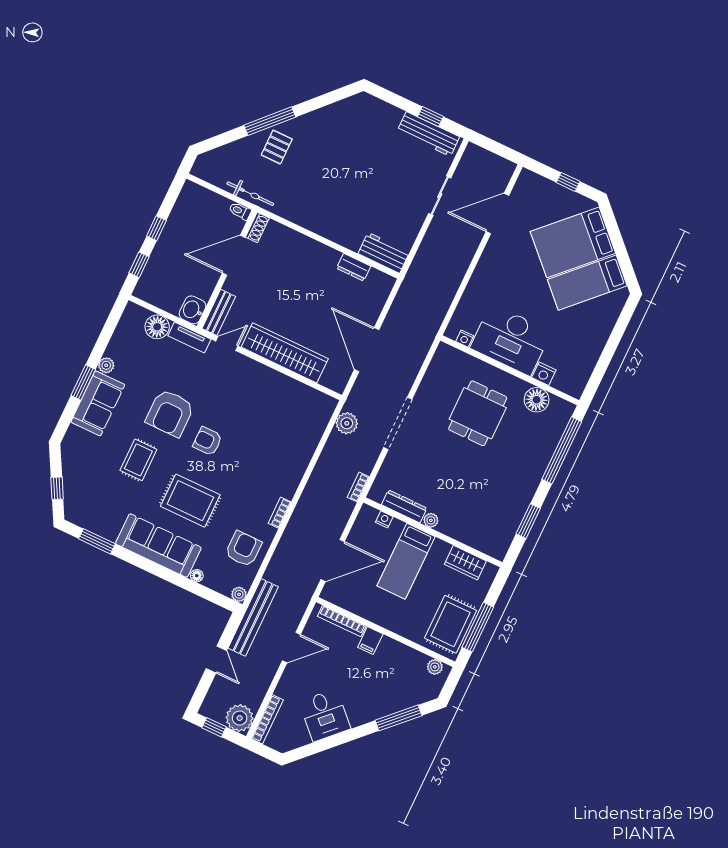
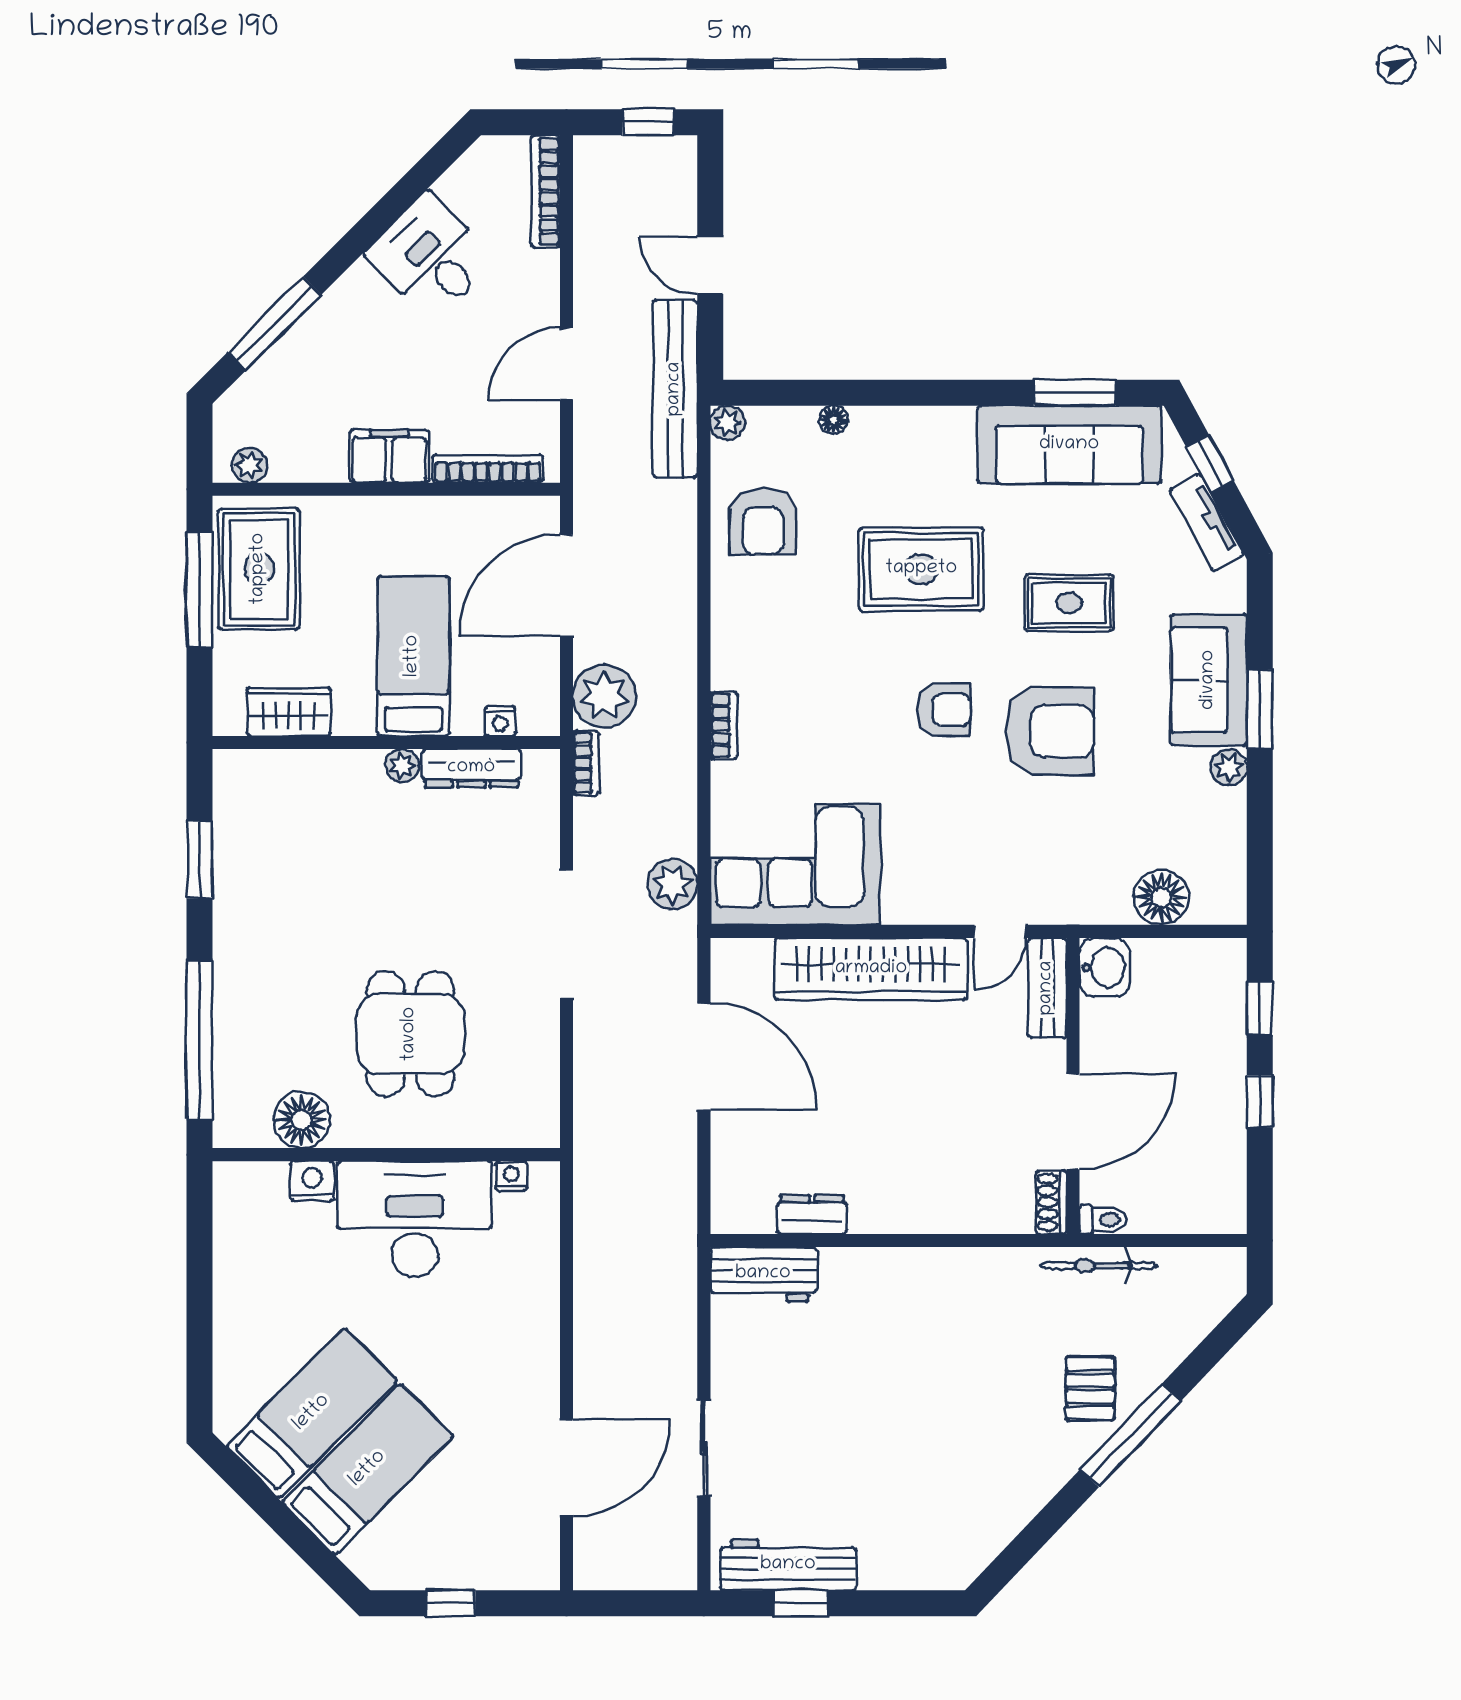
bed: (573, 242) -> (368, 1469), width x0.67
tv unit: (189, 337) -> (1207, 522), moved, turned -118
corner sofa: (295, 408) -> (795, 864), added
armchair: (170, 413) -> (1050, 731), turned 90
rug: (138, 460) -> (1069, 603), turned 90
bookcase: (280, 513) -> (724, 726), moved
sofa: (158, 546) -> (1069, 445), moved
filing cabinet: (370, 641) -> (389, 456), width x2.00
plant: (240, 718) -> (604, 696), moved

